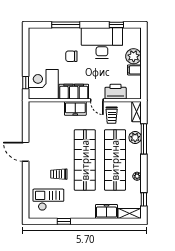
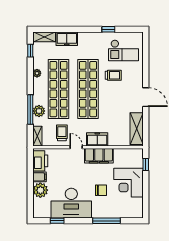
corner desk: (43, 84) -> (128, 183), moved, turned 90
printer: (116, 92) -> (40, 161), moved, turned -90
shelving: (35, 119) -> (137, 129), added

